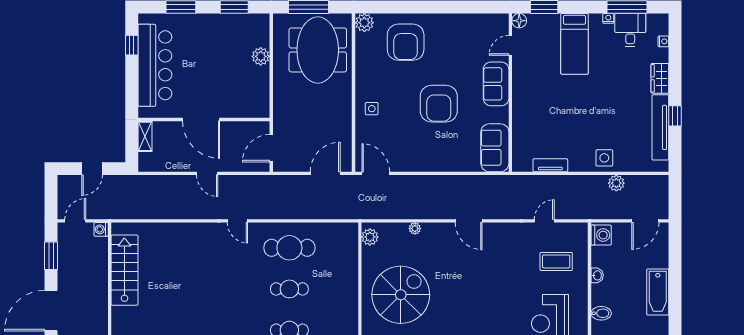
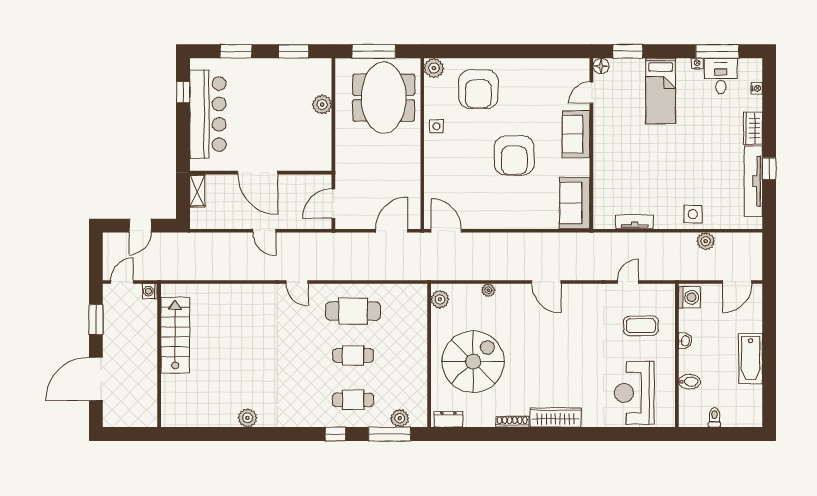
side table: (372, 109) -> (436, 126), moved

